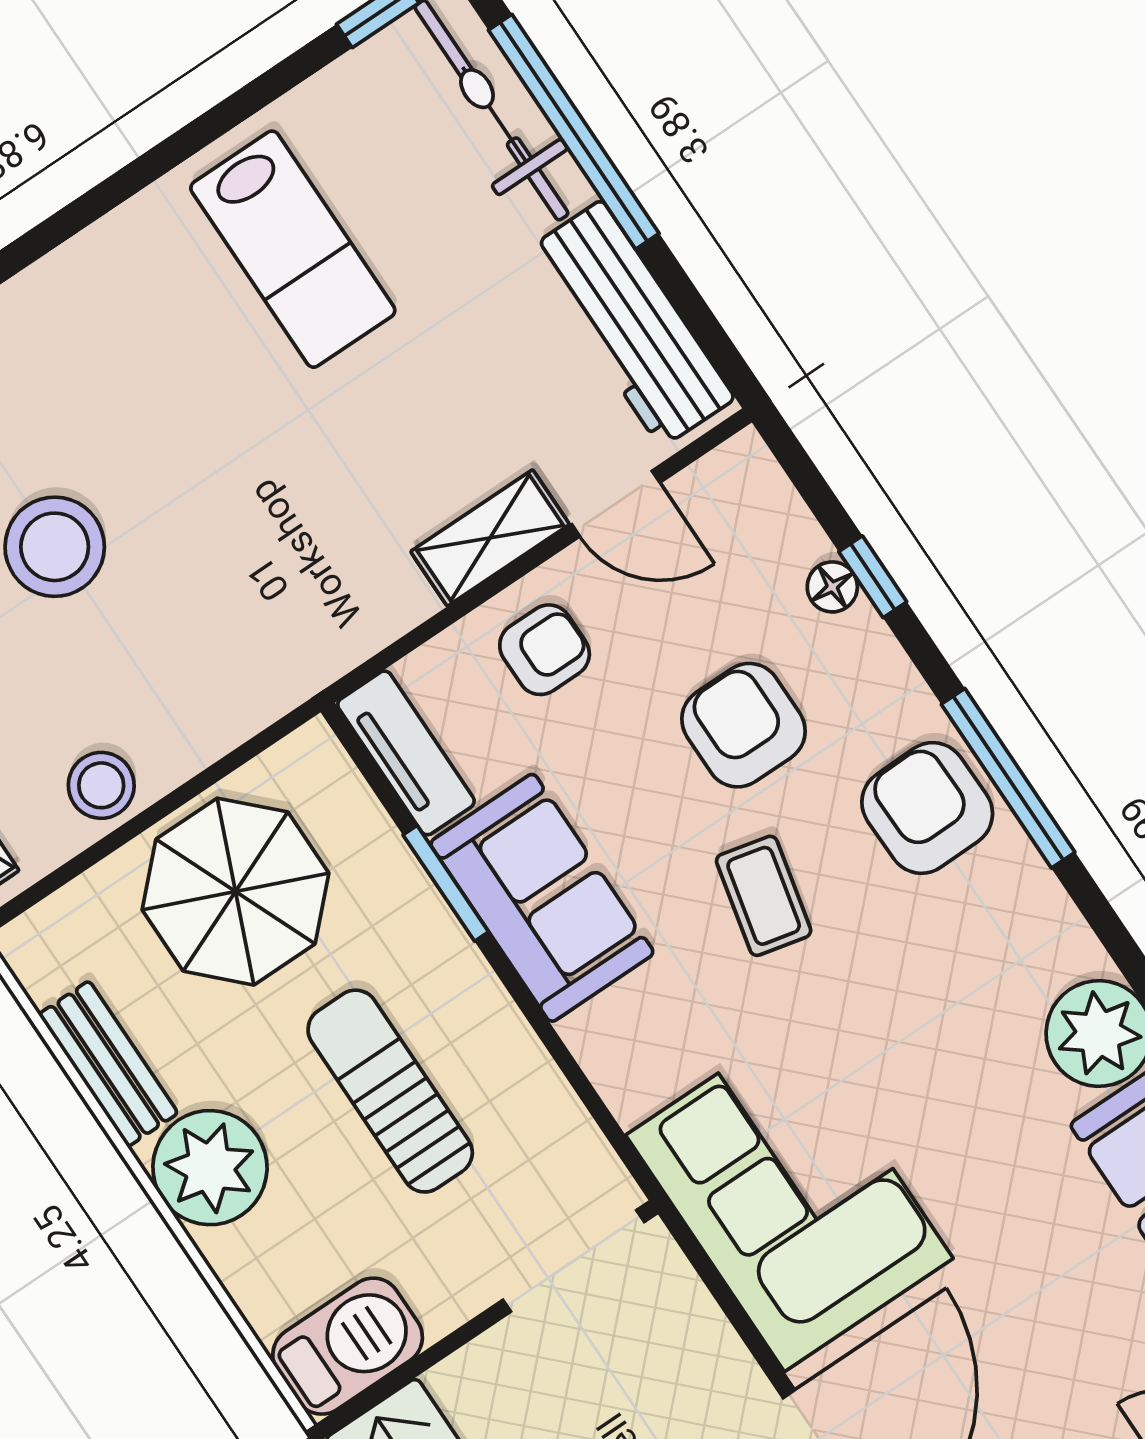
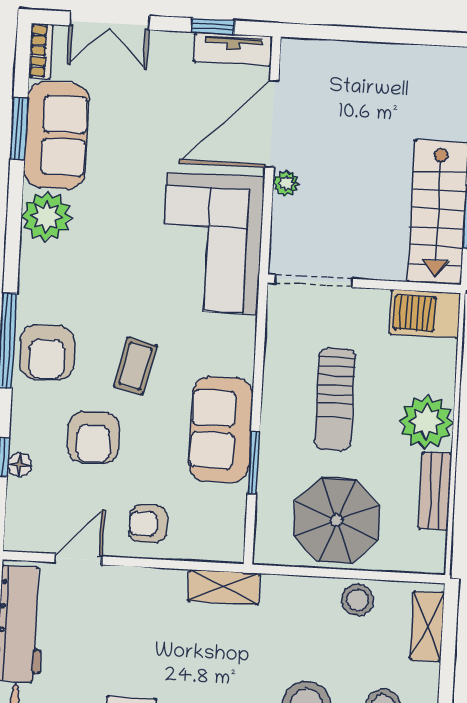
door: (616, 504) -> (78, 559), hinge flipped
shelving: (490, 538) -> (224, 587), moved
tv unit: (406, 753) -> (231, 524), removed
plant: (742, 1389) -> (286, 183), added

